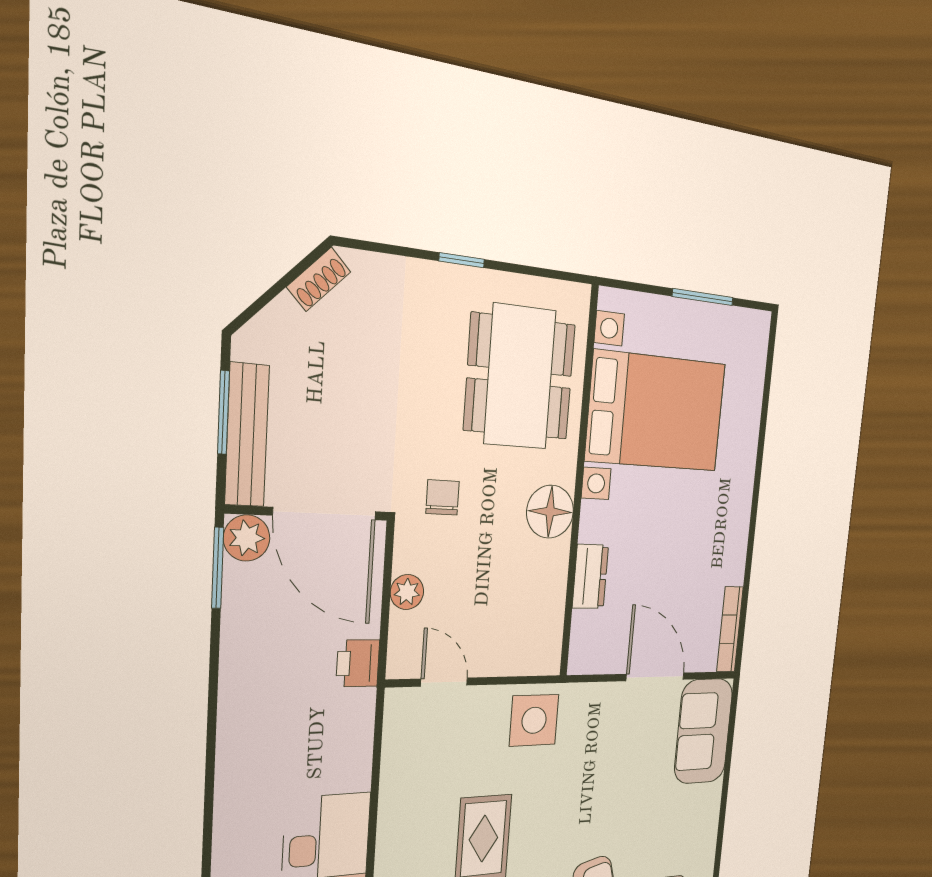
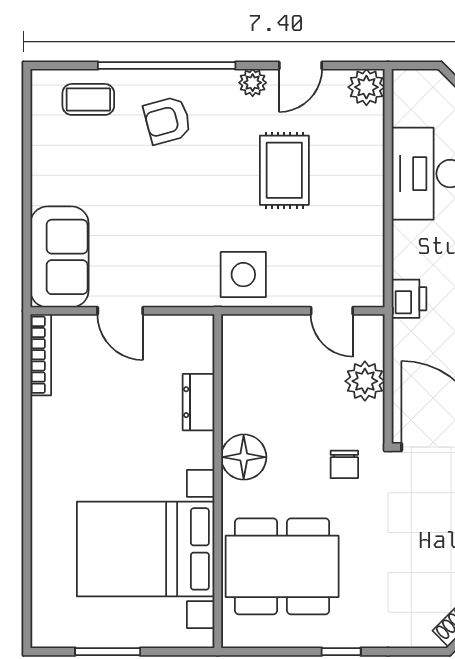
dining table: (520, 377) -> (282, 566), turned 90
plant: (407, 592) -> (365, 381), width x1.38, depth x1.38
printer: (358, 663) -> (409, 299), moved
door: (655, 677) -> (120, 311), width x0.73

